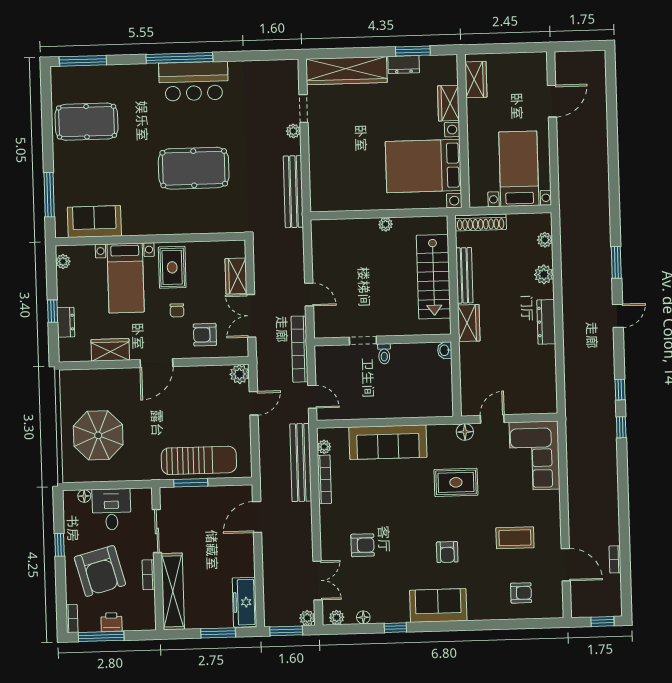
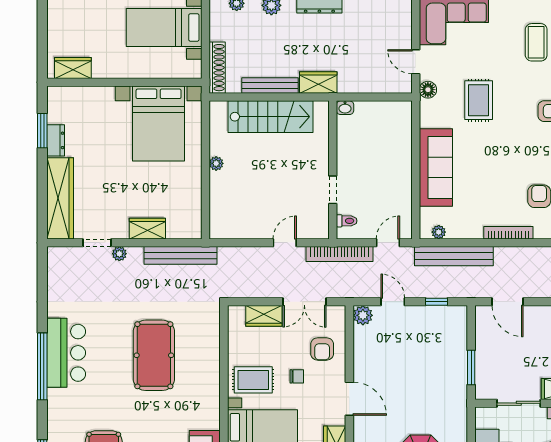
wardrobe: (448, 103) -> (147, 229), moved, turned 180
toilet: (384, 354) -> (347, 221), moved
window: (255, 447) -> (436, 302), added
sun lounger: (199, 460) -> (449, 359), removed
bookcase: (324, 479) -> (508, 233), moved

